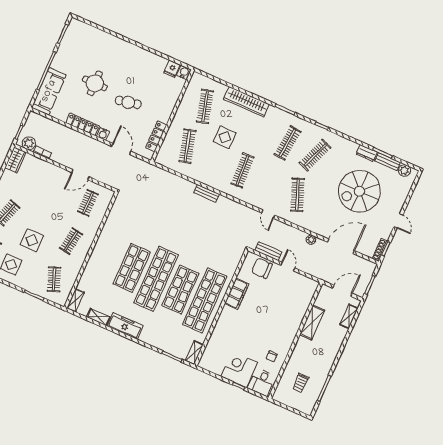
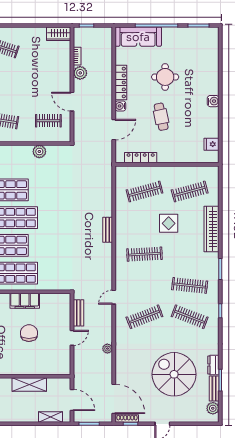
water cooler: (184, 72) -> (213, 101), moved
plant: (29, 143) -> (80, 73), moved
plant: (111, 223) -> (39, 151), added
door: (341, 246) -> (114, 399), moved
chair: (262, 268) -> (29, 333), moved

